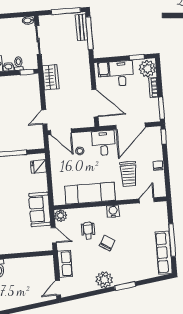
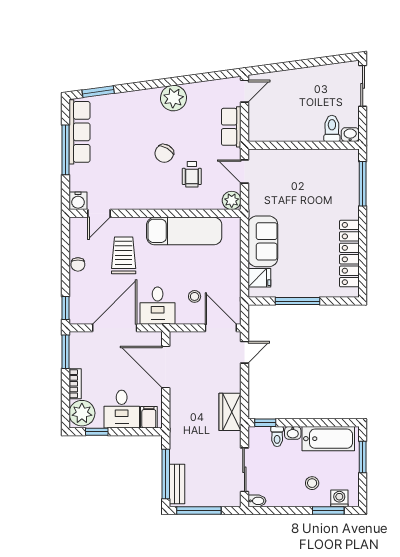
sofa: (40, 209) -> (263, 241), moved
water cooler: (113, 211) -> (78, 201), moved
window: (125, 286) -> (98, 92), moved

